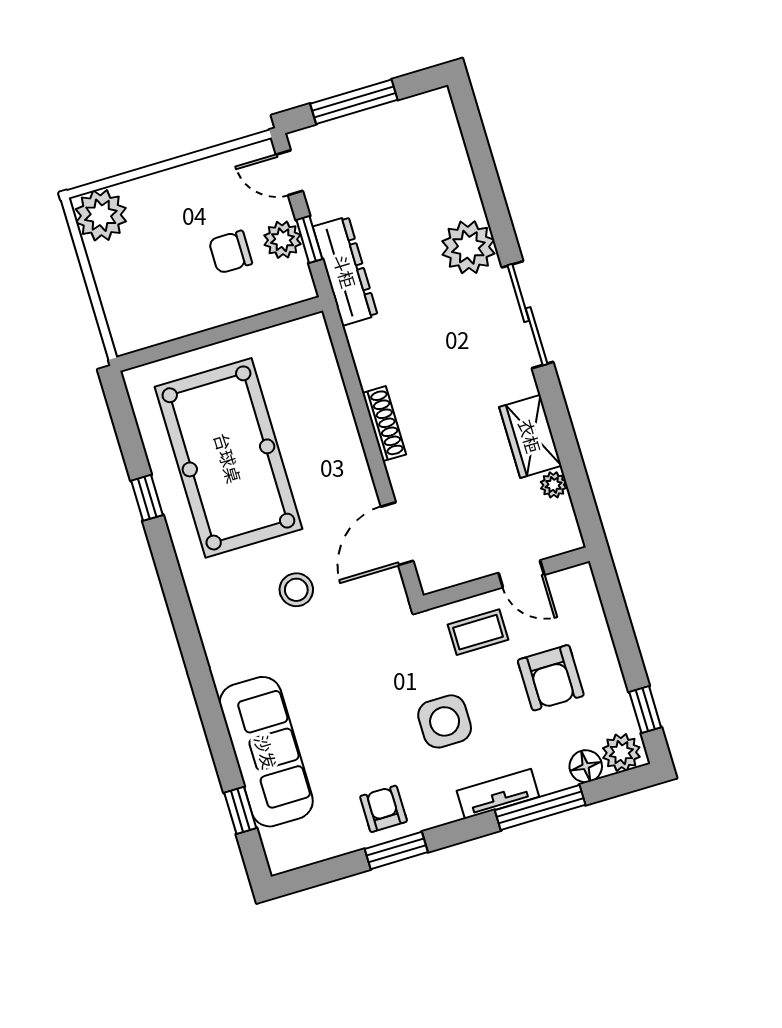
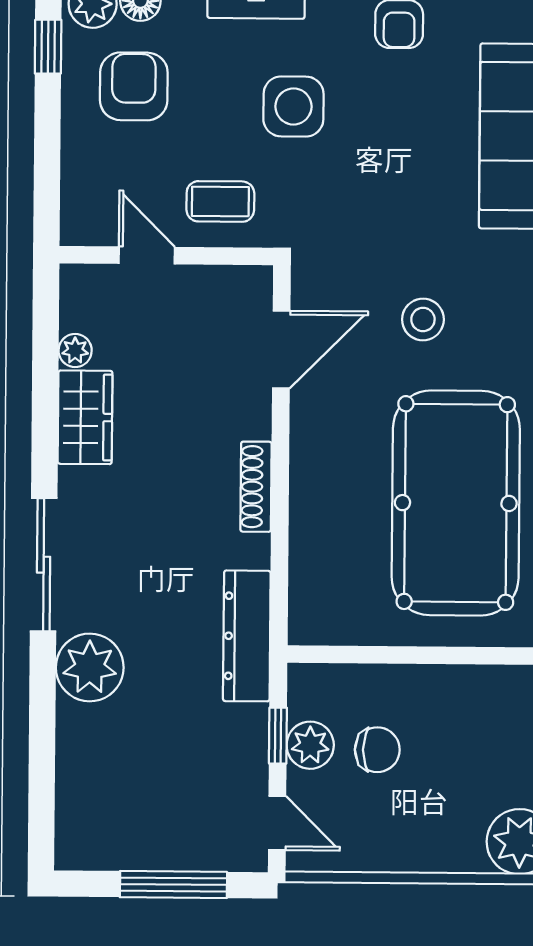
dresser: (345, 271) -> (247, 636), moved
armchair: (551, 678) -> (134, 86), moved

